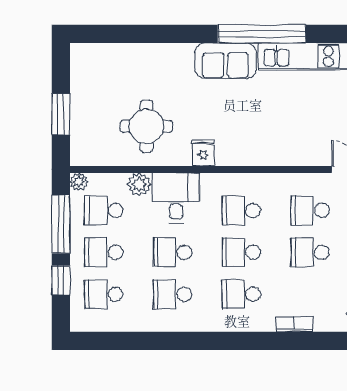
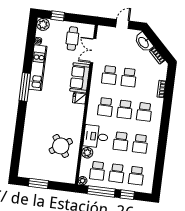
window: (262, 34) -> (25, 87), width x0.68
sofa: (226, 61) -> (80, 78), moved, turned 180
window: (61, 114) -> (38, 183), moved
round table: (146, 126) -> (61, 146), turned -35
fridge: (203, 153) -> (79, 98), moved

